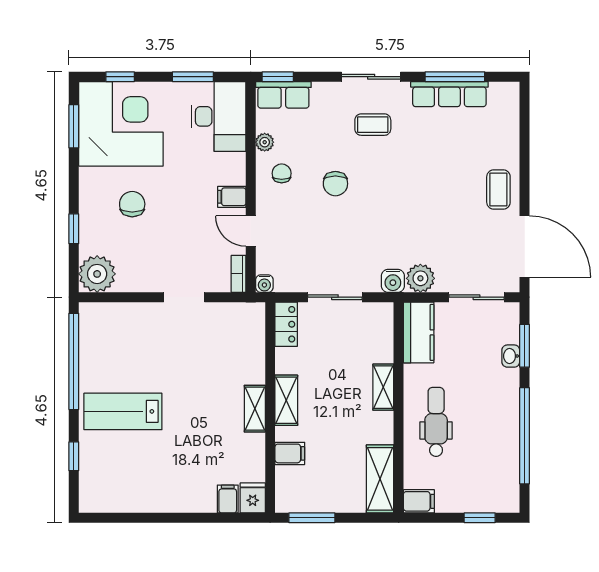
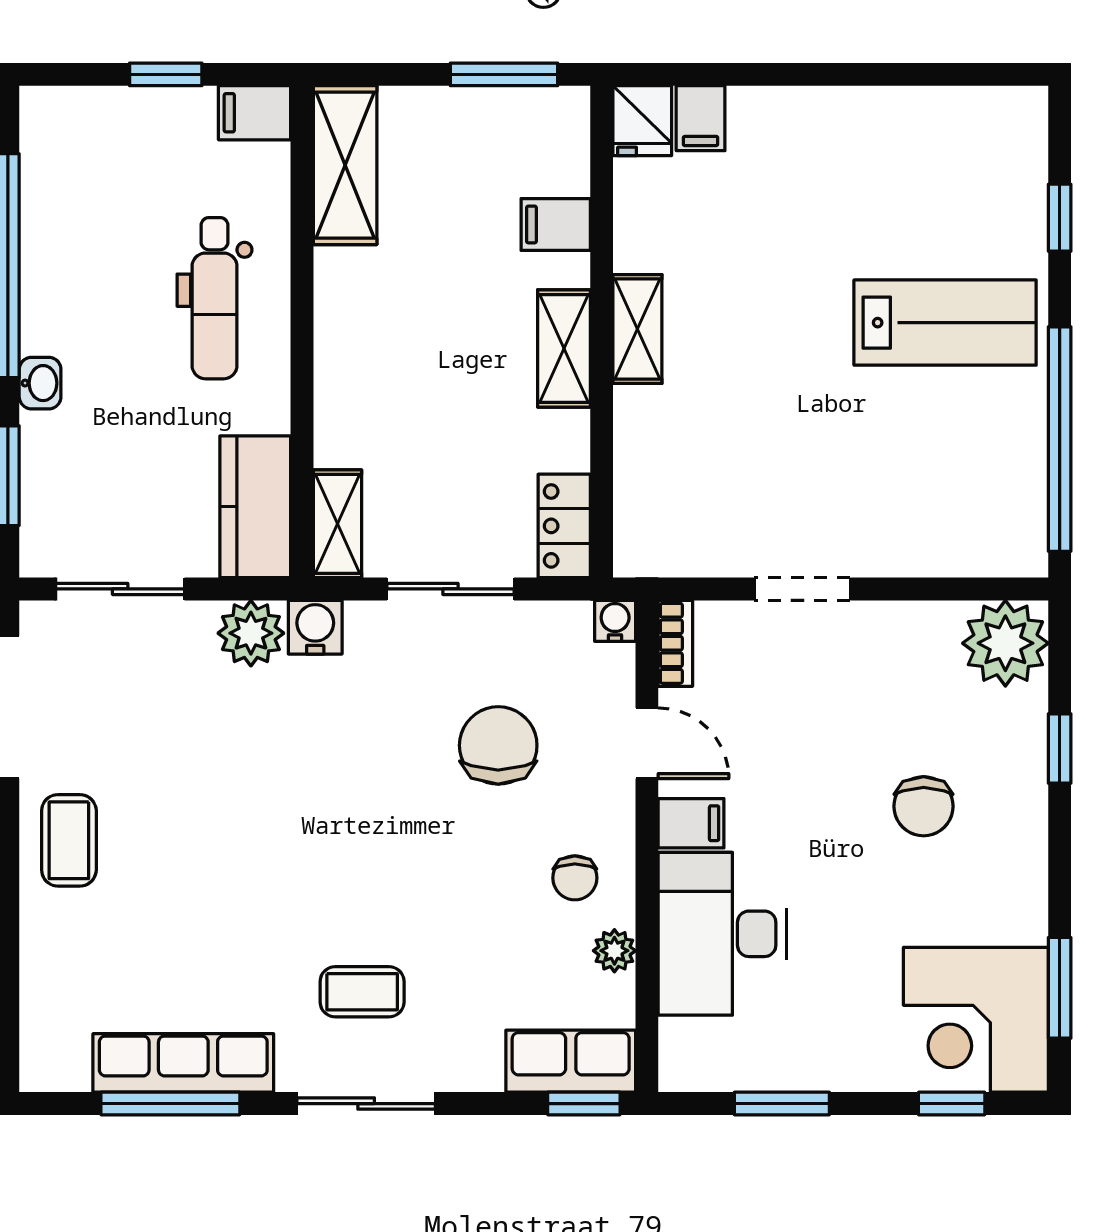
desk: (218, 116) -> (722, 934), moved
corner desk: (121, 124) -> (976, 1020), width x0.74, depth x0.74
chair: (335, 184) -> (498, 745), moved, width x1.37, depth x1.37
washbasin: (511, 356) -> (40, 383), moved
shelving: (383, 387) -> (337, 524), moved
window: (480, 518) -> (166, 74), moved

